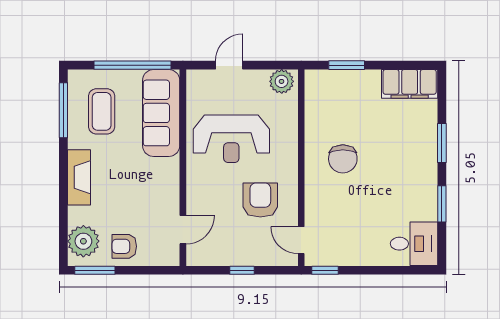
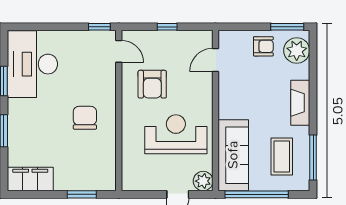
plant: (282, 81) -> (203, 181), moved
desk: (414, 244) -> (32, 64), width x1.87, depth x1.30

